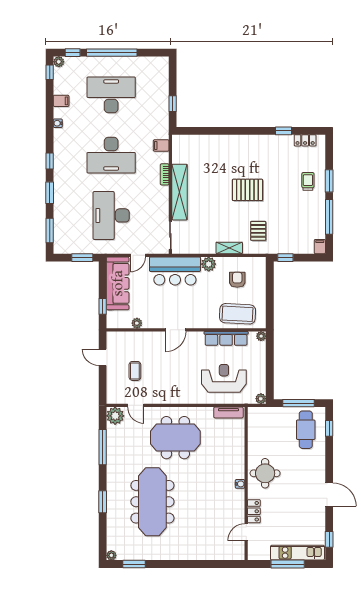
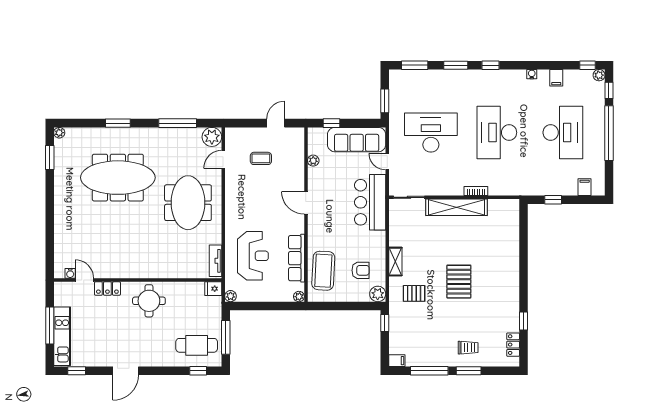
filing cabinet: (161, 145) -> (585, 187), moved
plant: (209, 264) -> (378, 294), moved
fridge: (254, 414) -> (213, 289), added
water cooler: (240, 484) -> (70, 273), moved

